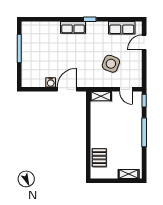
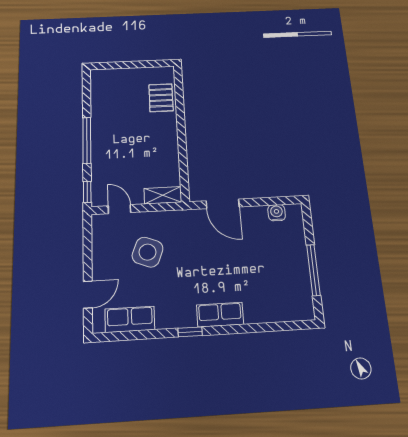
water cooler: (51, 82) -> (277, 213), moved
door: (67, 89) -> (223, 204), hinge flipped
shelving: (129, 174) -> (112, 75), removed

